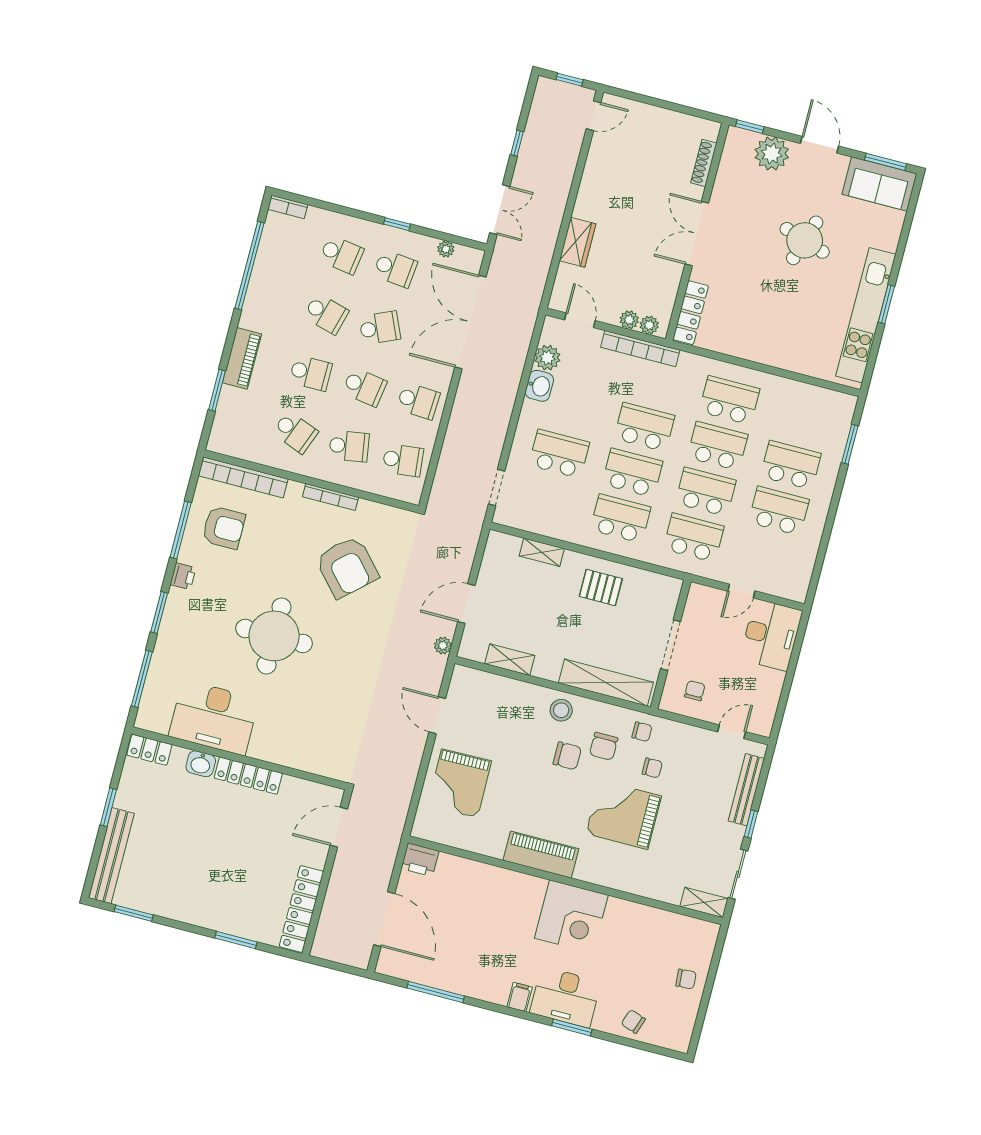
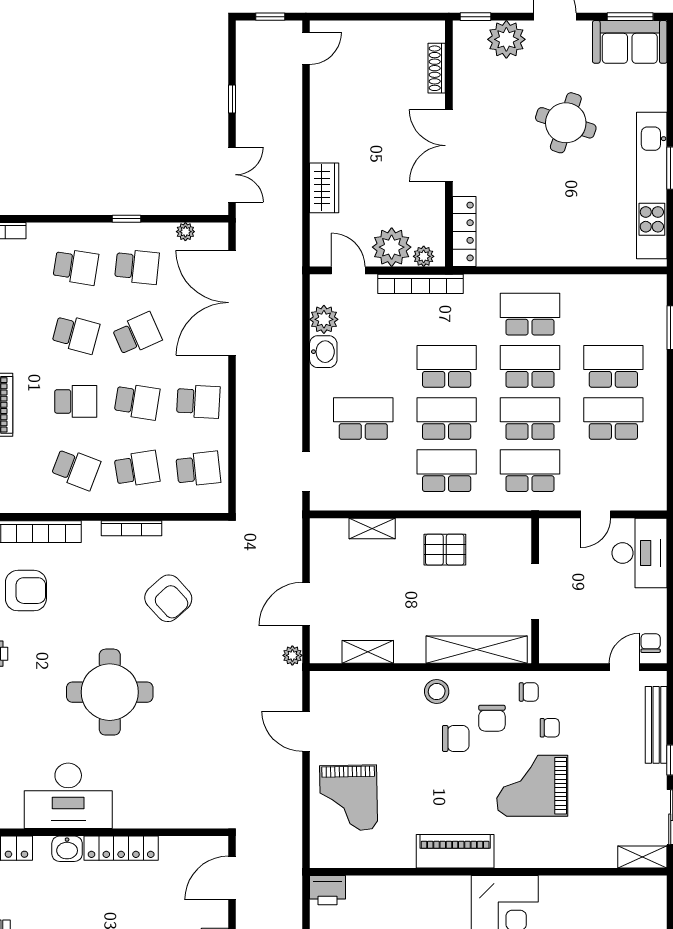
plant: (629, 320) -> (392, 247), width x1.87, depth x1.87
armchair: (347, 567) -> (168, 598), width x0.73, depth x0.73
chair: (695, 691) -> (651, 643), moved

